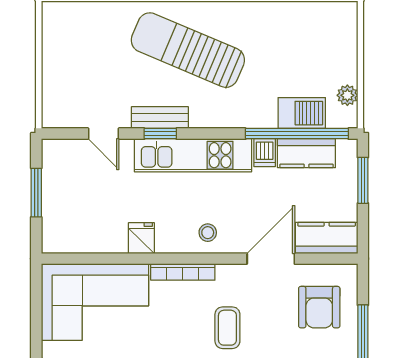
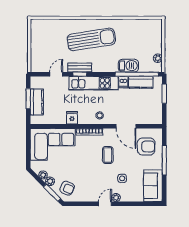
sun lounger: (188, 50) -> (91, 39), turned 148
barbecue: (302, 113) -> (128, 66), moved
door: (103, 134) -> (56, 74), swing flipped
kitchen counter: (327, 238) -> (37, 102), moved, turned 90
door: (271, 259) -> (126, 126), swing flipped
armchair: (319, 307) -> (146, 146), turned -90

